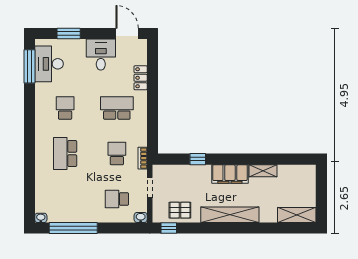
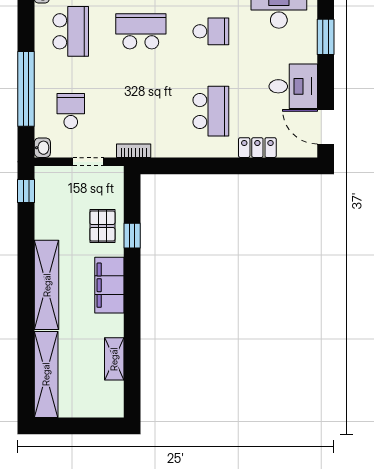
door: (127, 33) -> (326, 127), swing flipped
school desk: (117, 153) -> (71, 31), moved, width x1.85
shelving: (263, 171) -> (114, 359), moved
pallet: (180, 210) -> (102, 226), moved
shelving: (297, 215) -> (46, 374), width x1.47
window: (73, 228) -> (26, 89), moved

